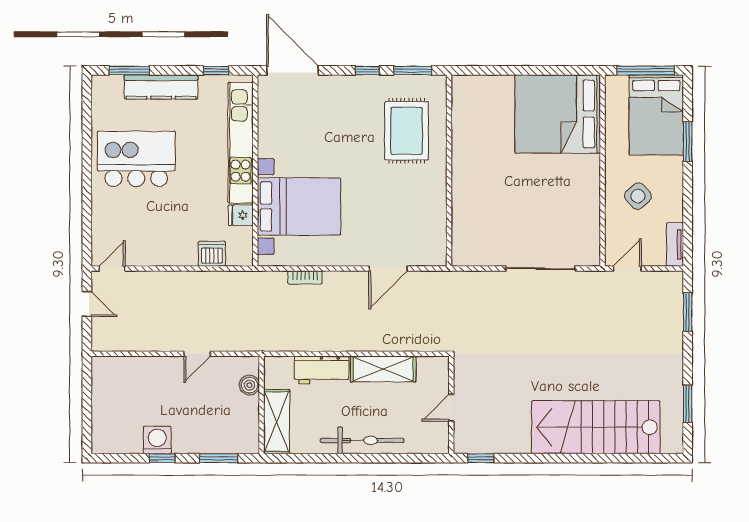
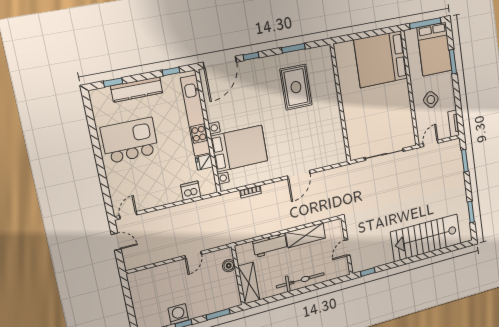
window: (129, 70) -> (113, 82), width x0.67
door: (292, 70) -> (220, 62), swing flipped
window: (367, 70) -> (251, 56), moved
wall: (449, 171) -> (340, 103), moved

